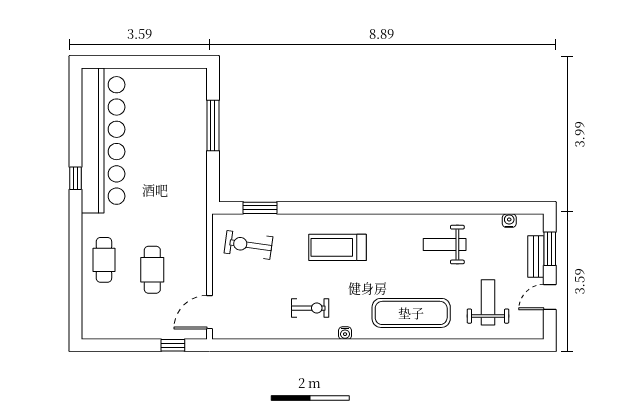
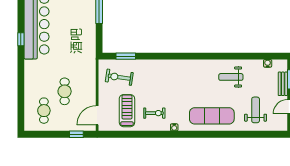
treadmill: (337, 247) -> (127, 111), moved, turned 90
cafe table: (104, 260) -> (44, 111), moved

